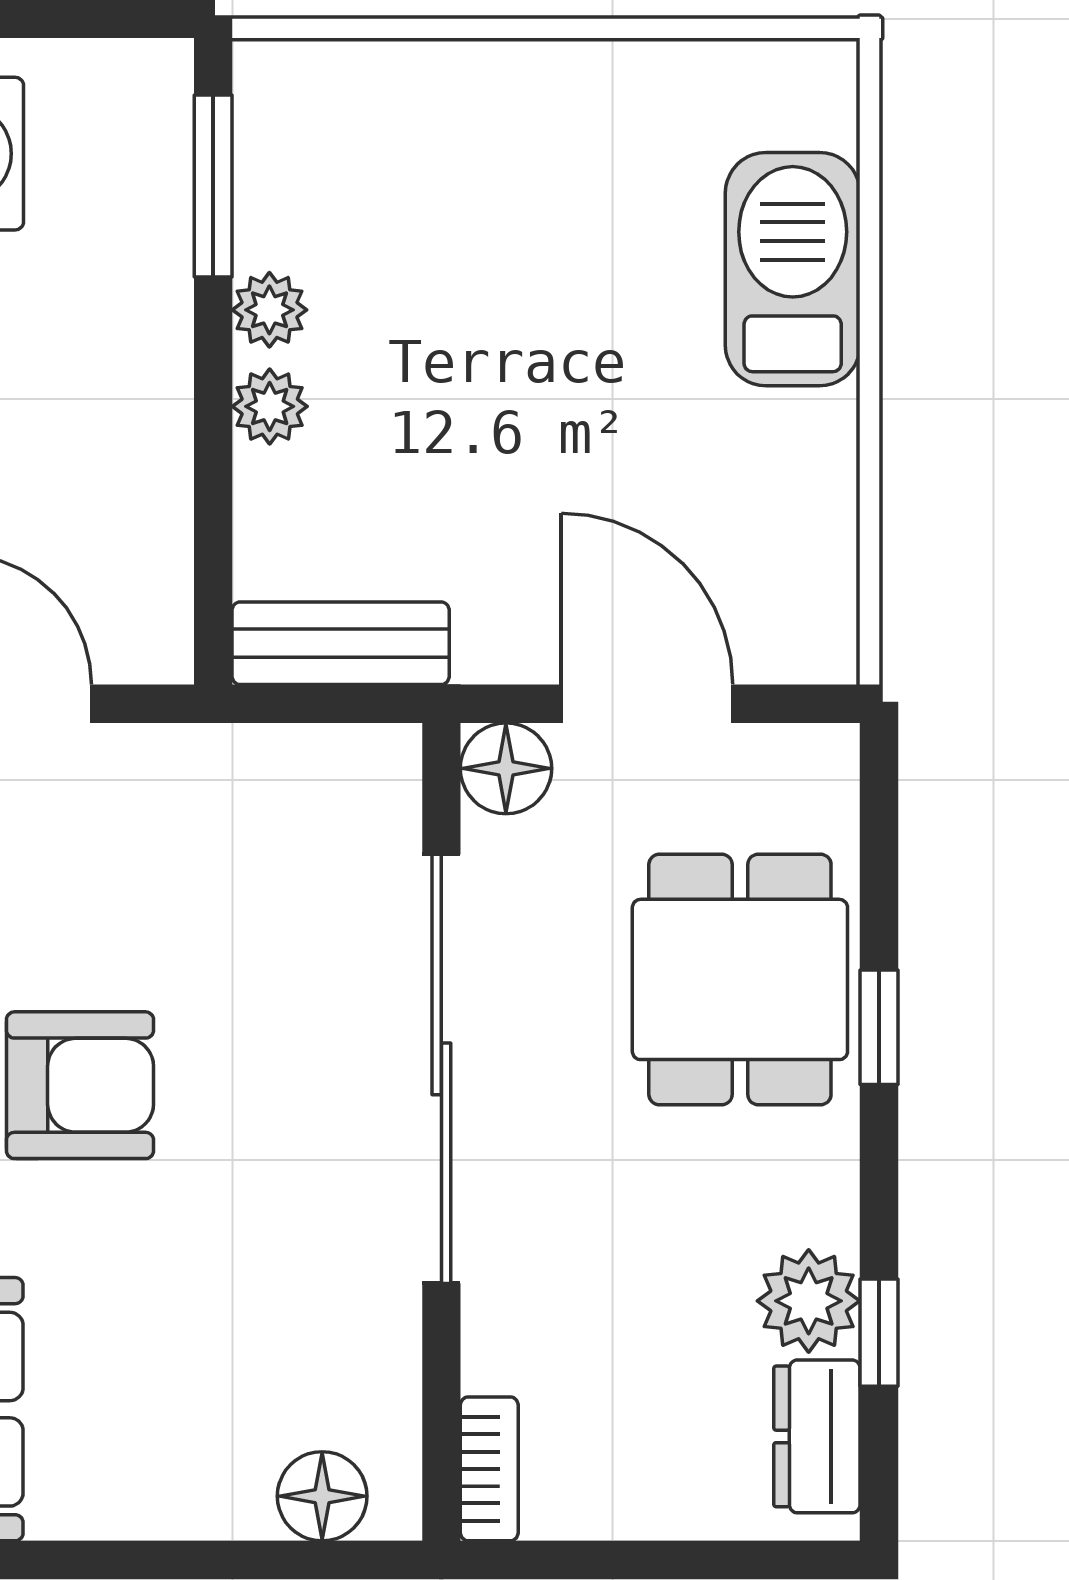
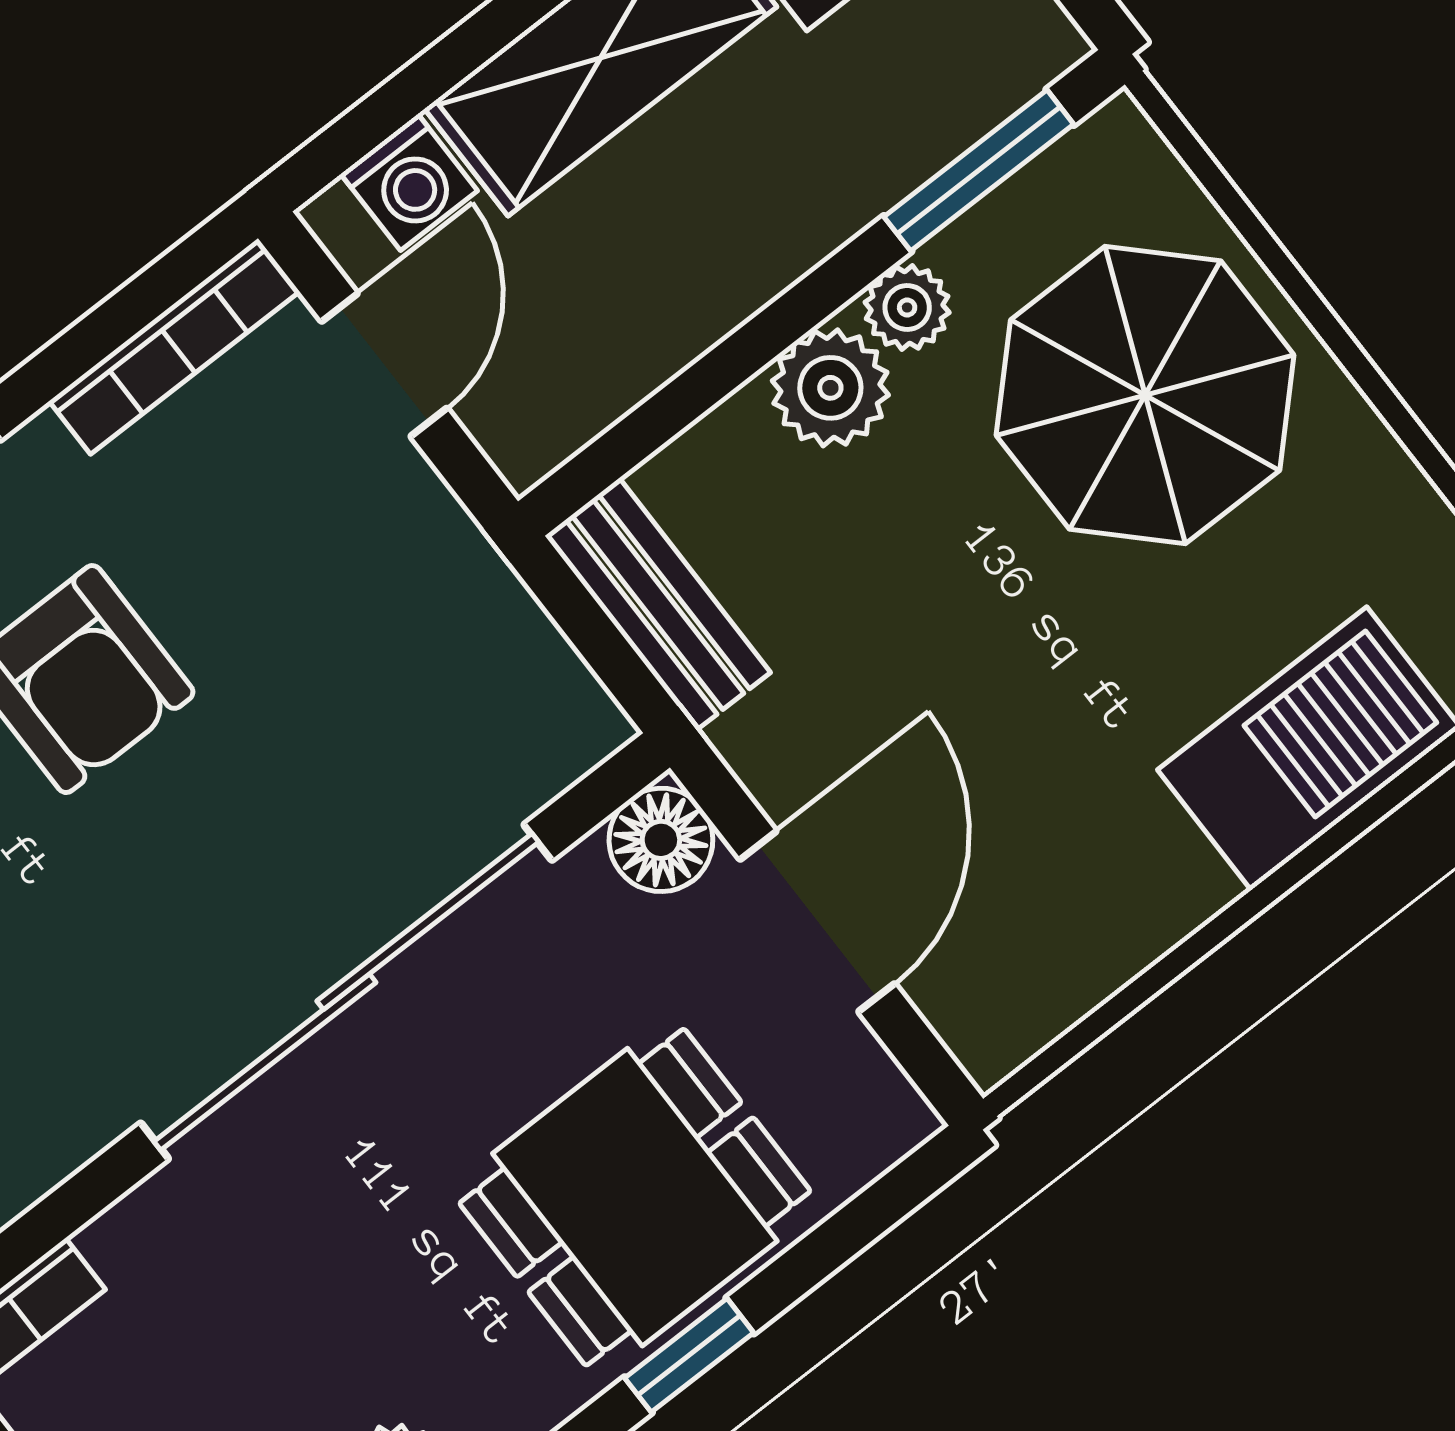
parasol: (459, 192) -> (1145, 395), added
plant: (270, 406) -> (830, 388), width x1.38, depth x1.38

